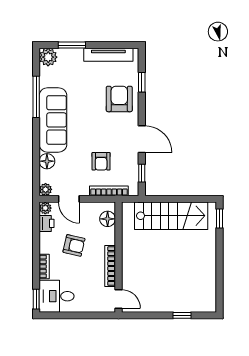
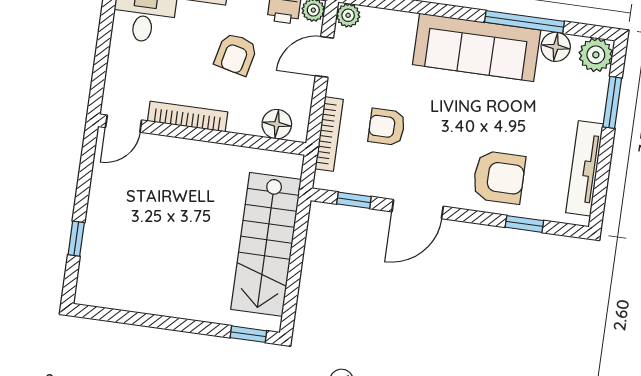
floor lamp: (47, 161) -> (556, 47), moved

